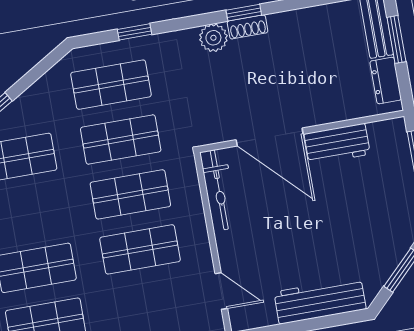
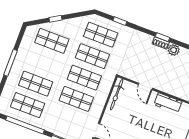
plant: (213, 38) -> (174, 50), moved
door: (270, 137) -> (145, 86), width x0.53

